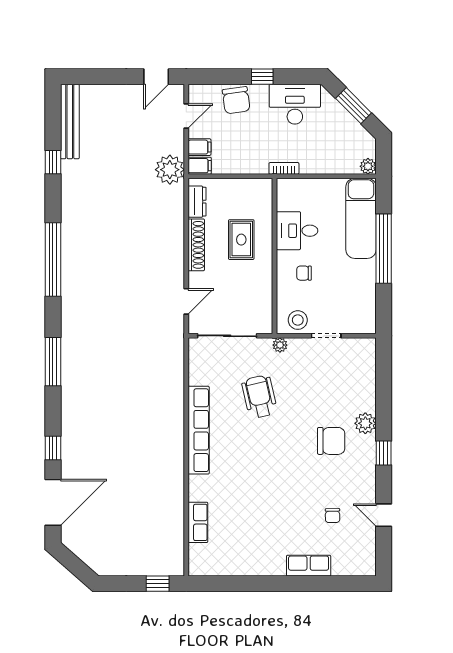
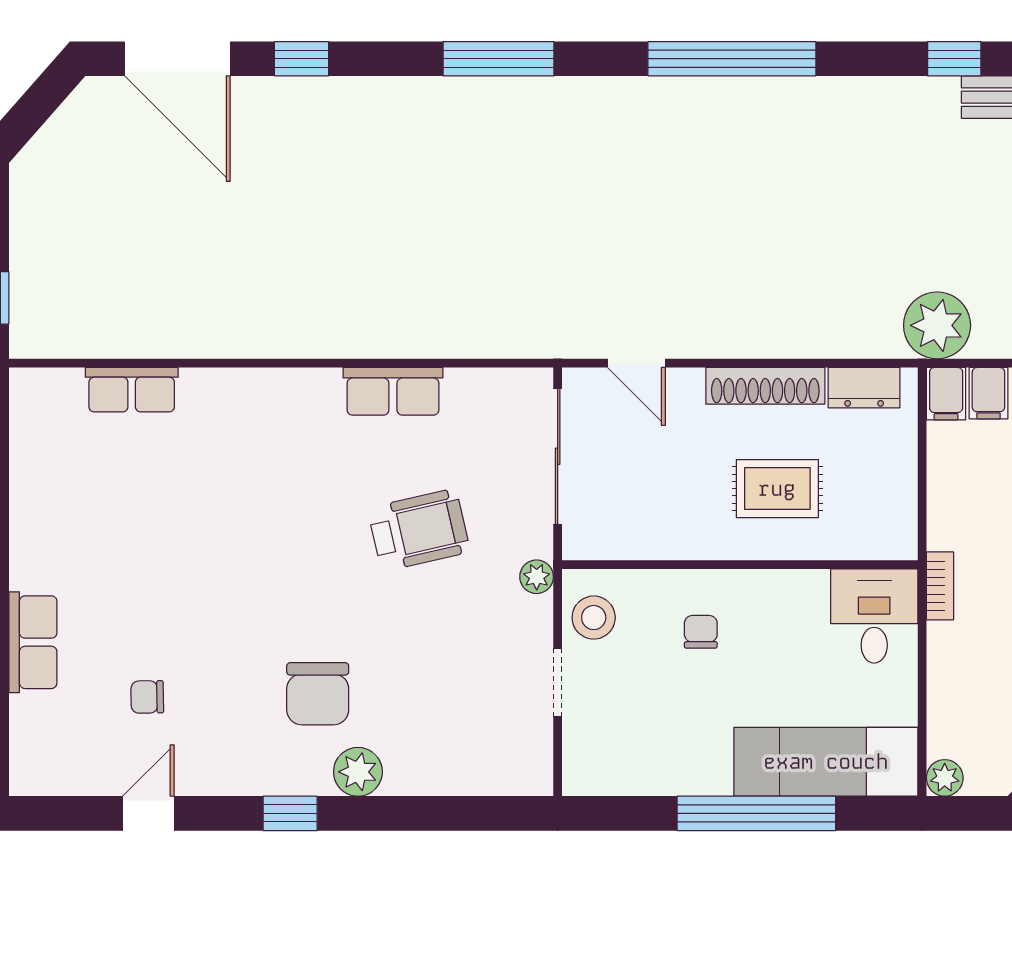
desk: (297, 231) -> (874, 616), moved
row of seats: (199, 430) -> (393, 391), width x0.50

